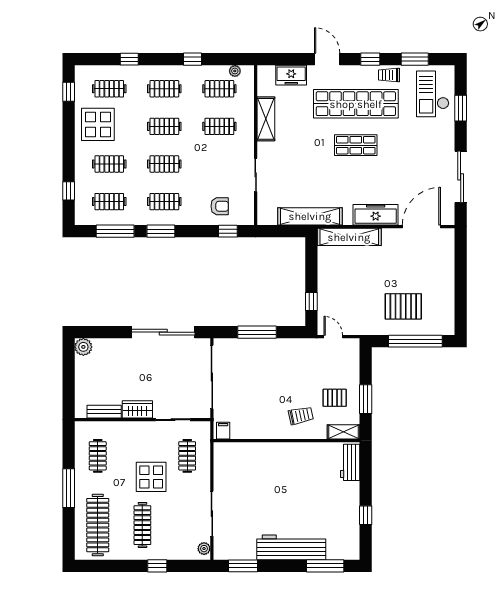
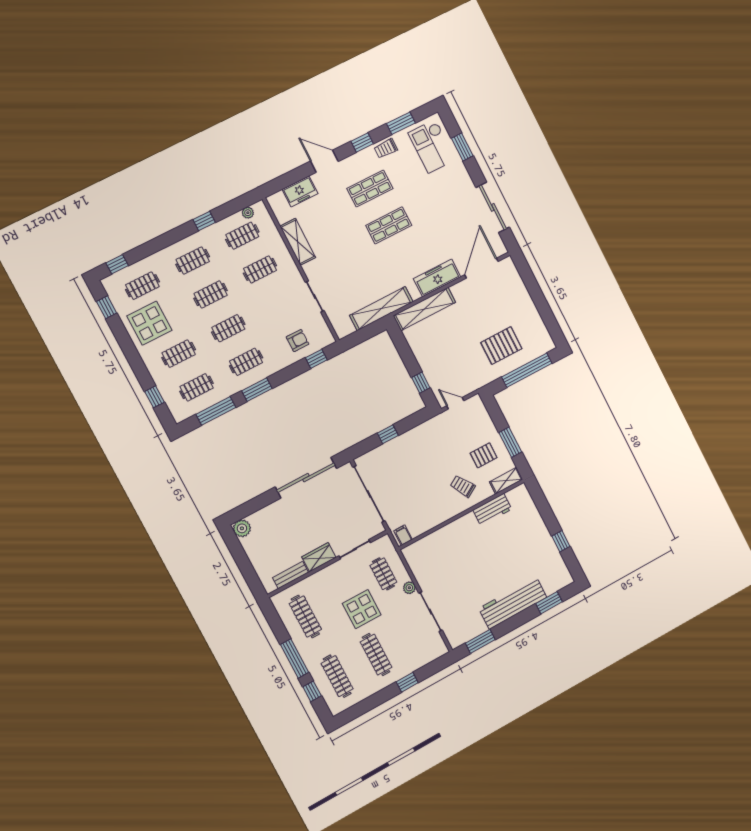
window: (129, 59) -> (117, 264), moved
shop shelf: (356, 104) -> (370, 188), width x0.50, depth x0.74
window: (257, 332) -> (388, 434), width x0.46
trolley: (301, 416) -> (463, 486), turned -109
clothes rail: (98, 456) -> (305, 617), width x1.36
workbench: (350, 462) -> (492, 510), moved, turned -90
clothes rail: (98, 525) -> (337, 676), width x0.73, depth x0.76
window: (69, 526) -> (312, 691), added
plant: (204, 549) -> (409, 588), moved
window: (325, 566) -> (549, 603), width x0.69

